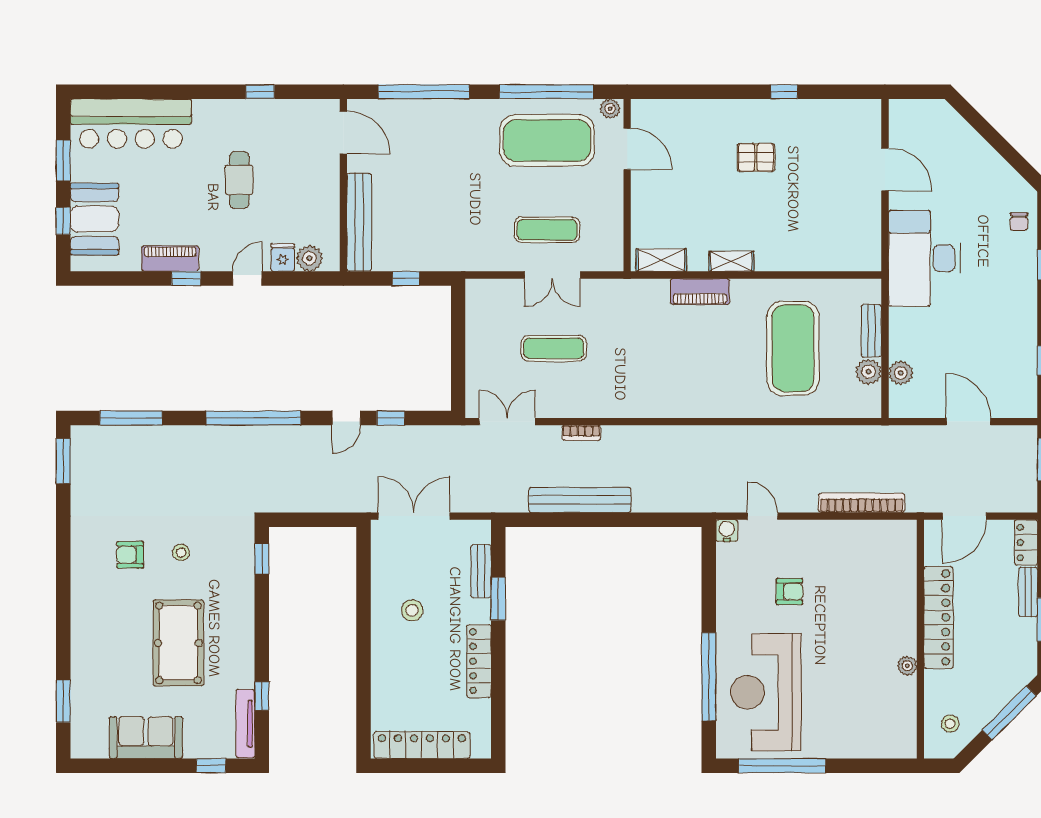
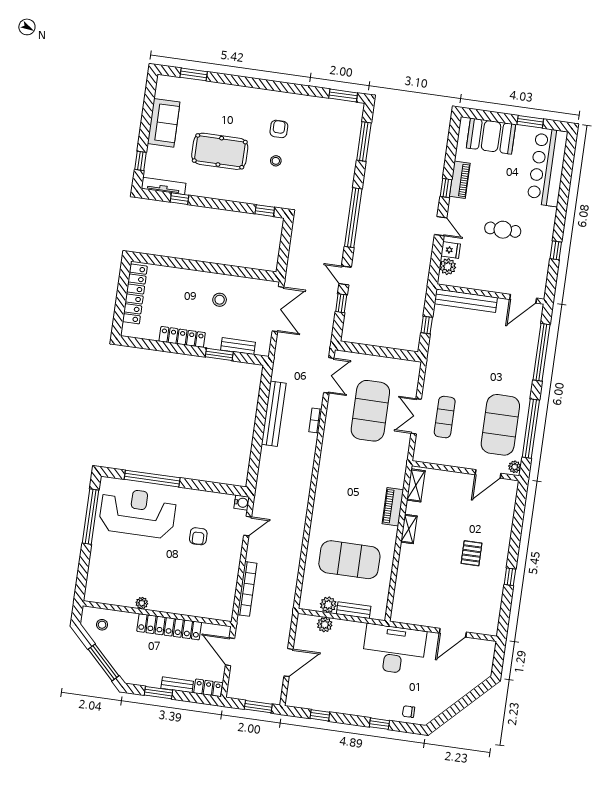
window: (63, 221) -> (493, 117), removed
exercise mat: (554, 348) -> (370, 411), width x2.00, depth x1.45

